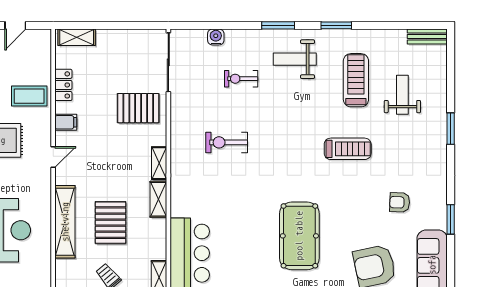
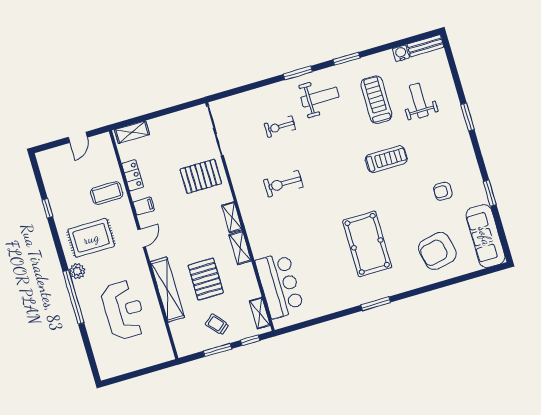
water cooler: (216, 37) -> (401, 53), moved
weight bench: (295, 59) -> (320, 97), turned 180

